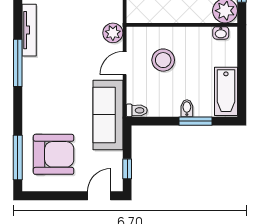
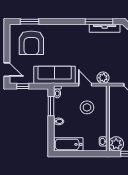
window: (18, 63) -> (99, 22), moved
window: (195, 121) -> (51, 106), moved
window: (18, 157) -> (30, 22), width x0.69

